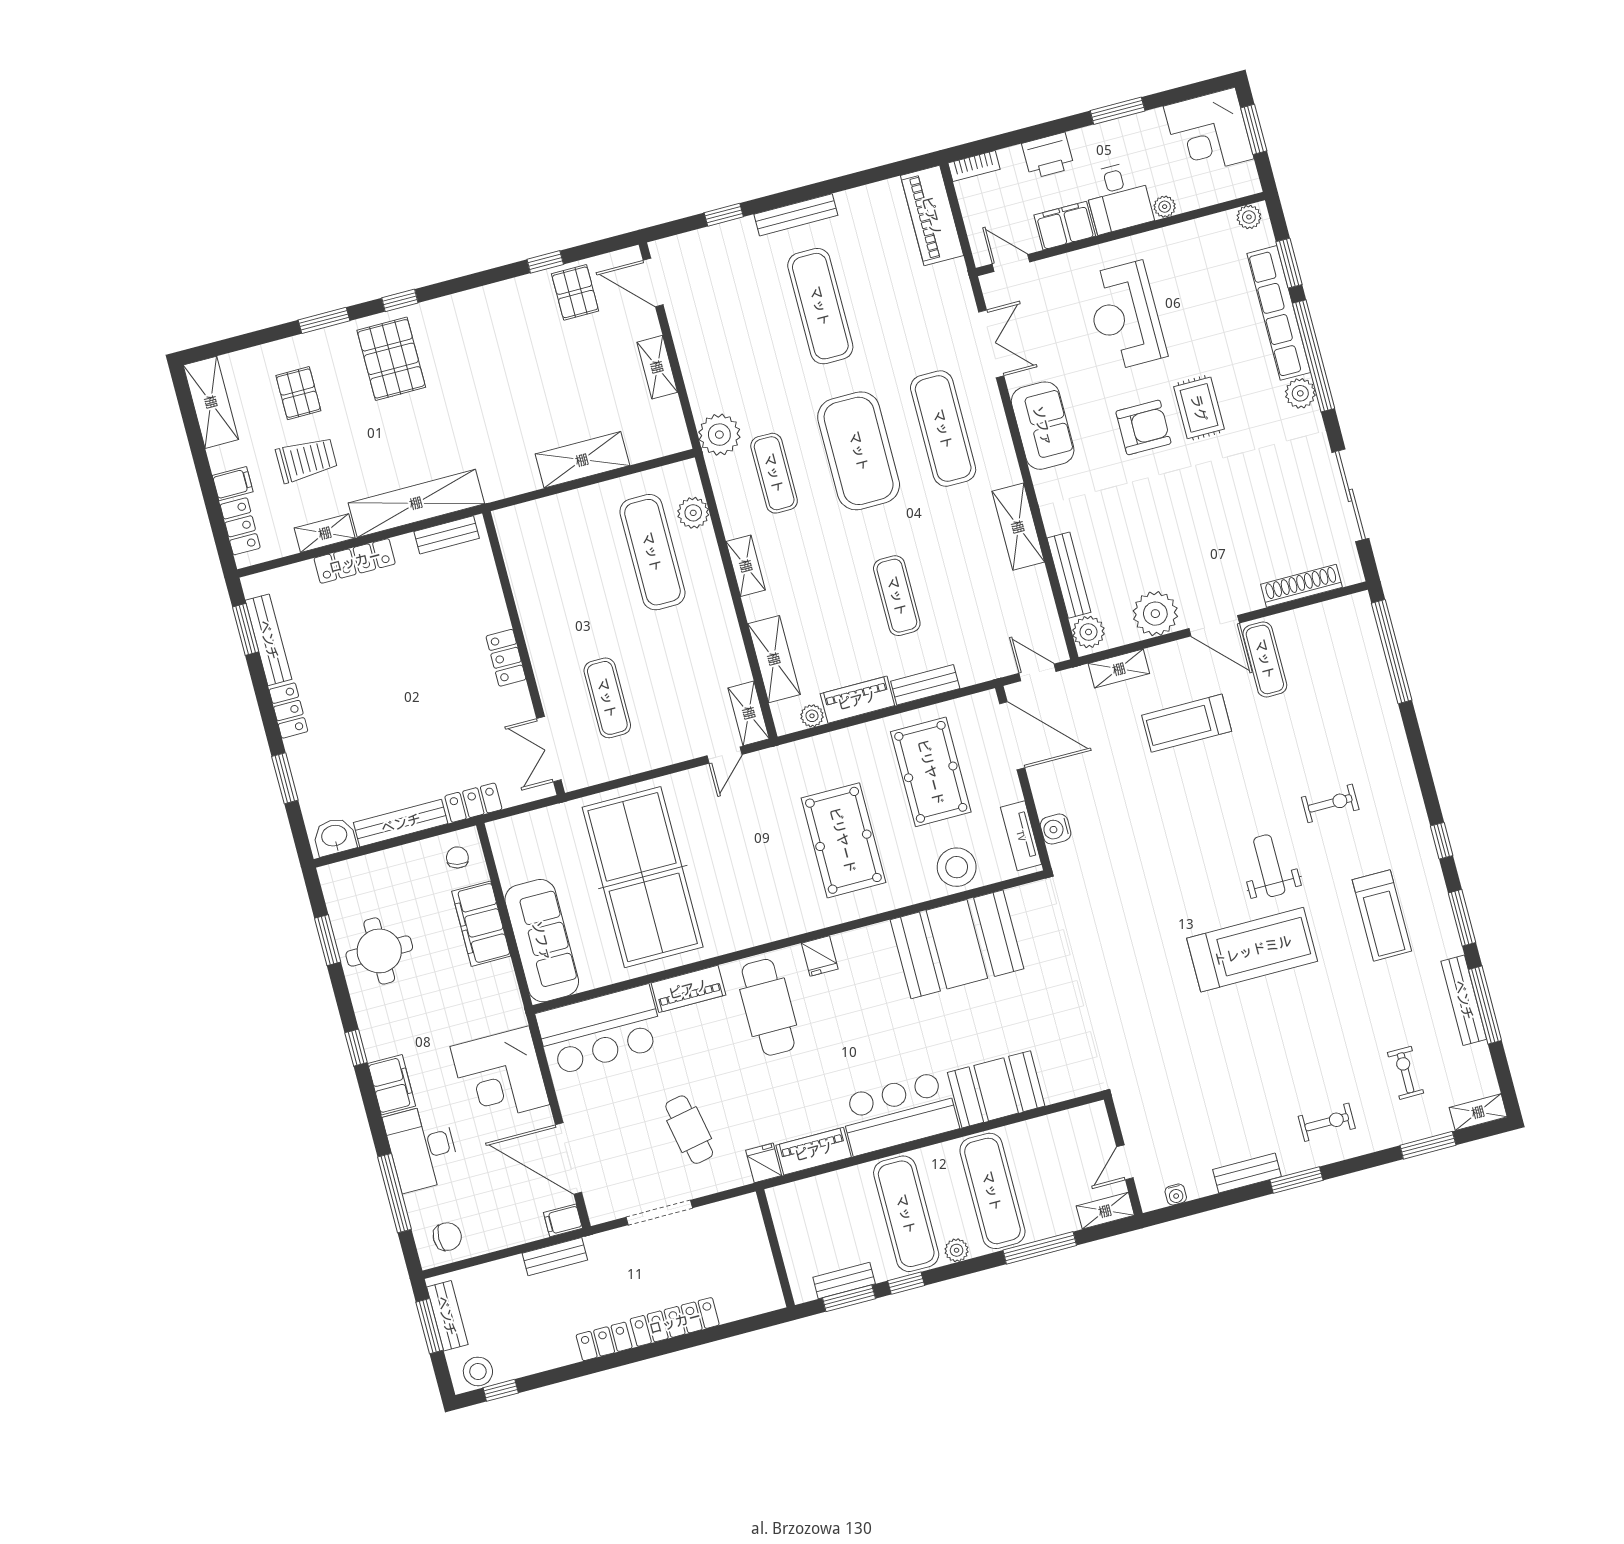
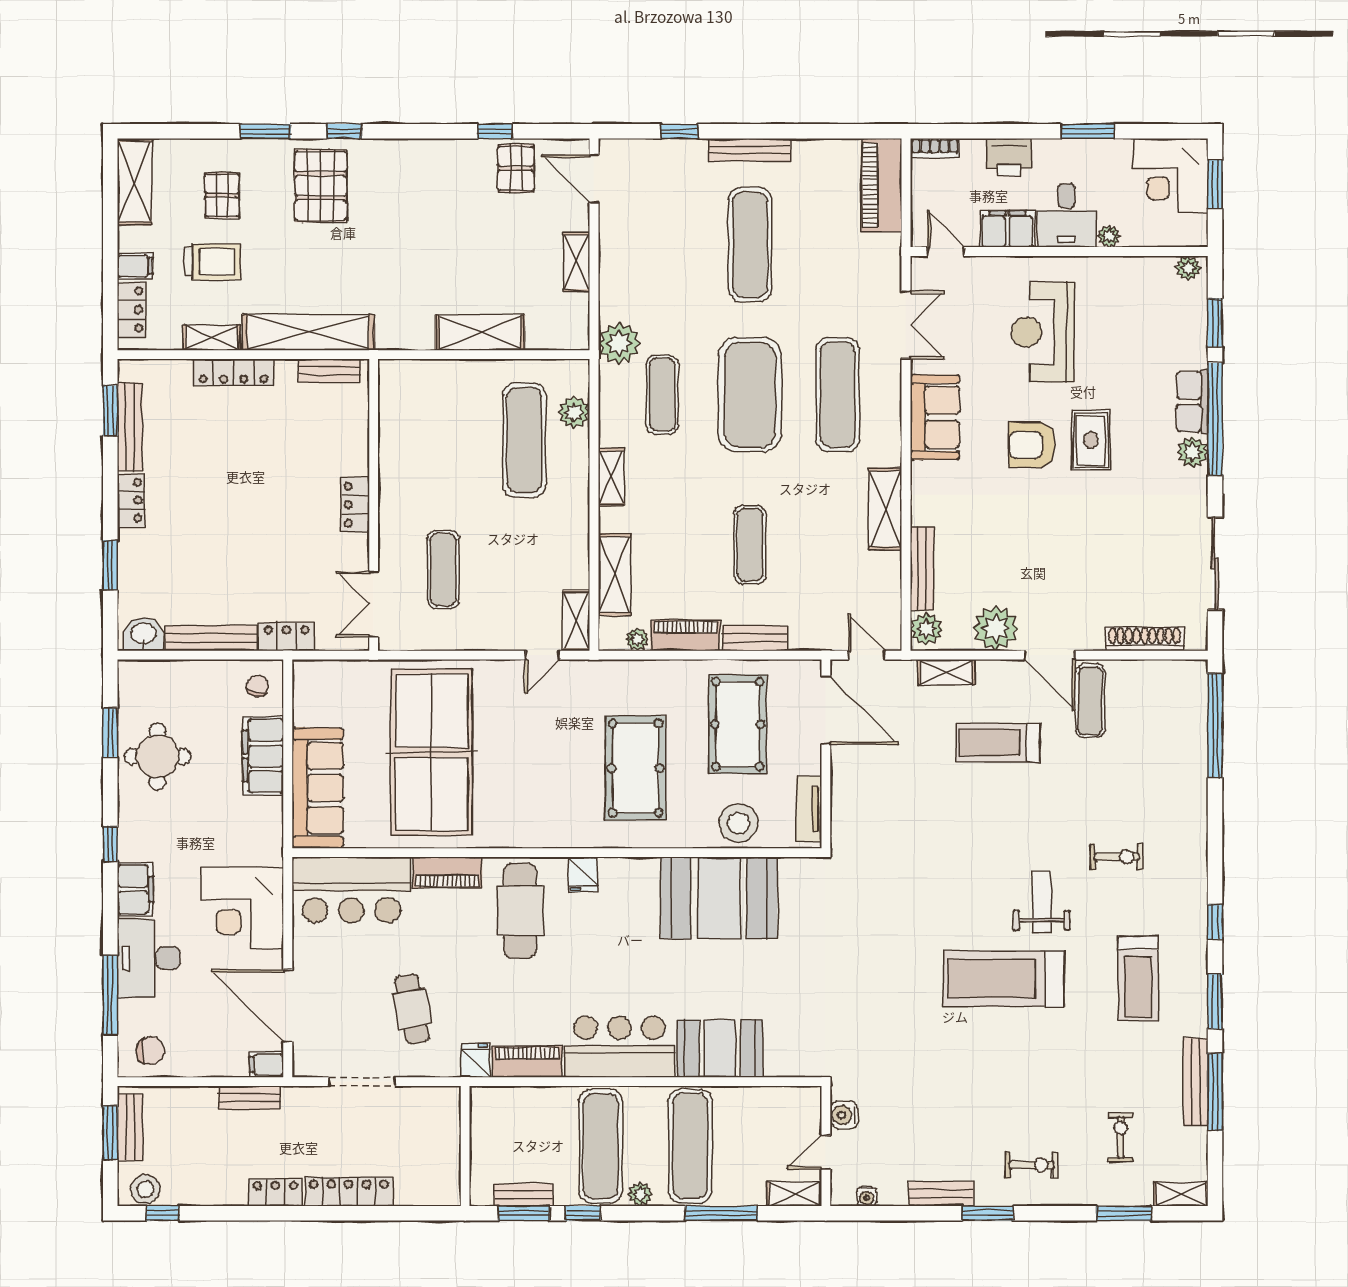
row of seats: (1279, 313) -> (1192, 402), width x0.50
armchair: (1143, 427) -> (1032, 445), turned 180
water cooler: (1056, 829) -> (844, 1115), moved
treadmill: (1252, 950) -> (1004, 979), turned 180

